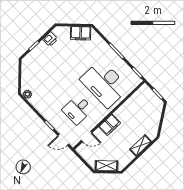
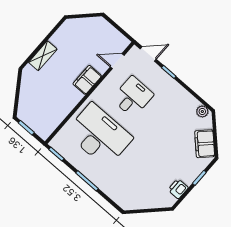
filing cabinet: (81, 33) -> (205, 144), moved, turned -90
shelving: (106, 166) -> (87, 24), removed

